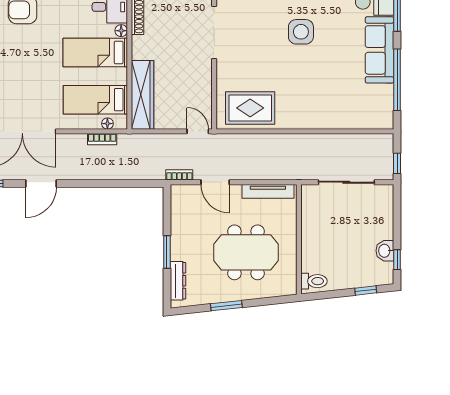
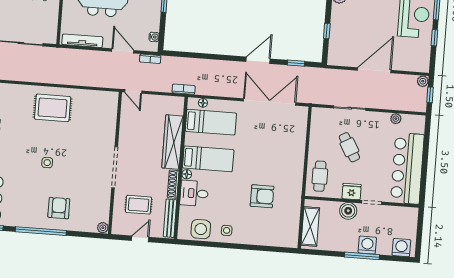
side table: (301, 32) -> (47, 163), width x0.54, depth x0.54
wardrobe: (142, 95) -> (173, 142), moved
rug: (250, 108) -> (53, 108), moved
bookcase: (102, 139) -> (184, 89), moved
water cooler: (177, 203) -> (154, 37), added

